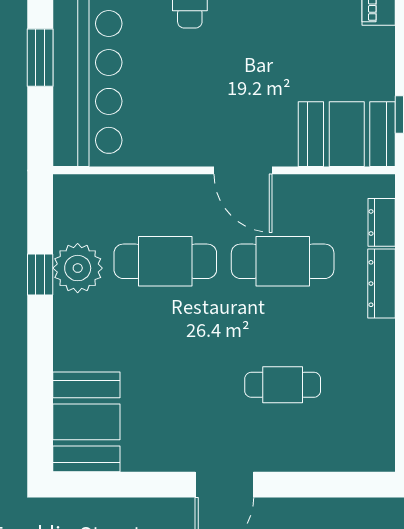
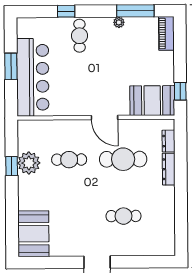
cafe table: (165, 261) -> (69, 160), width x0.73, depth x0.74

